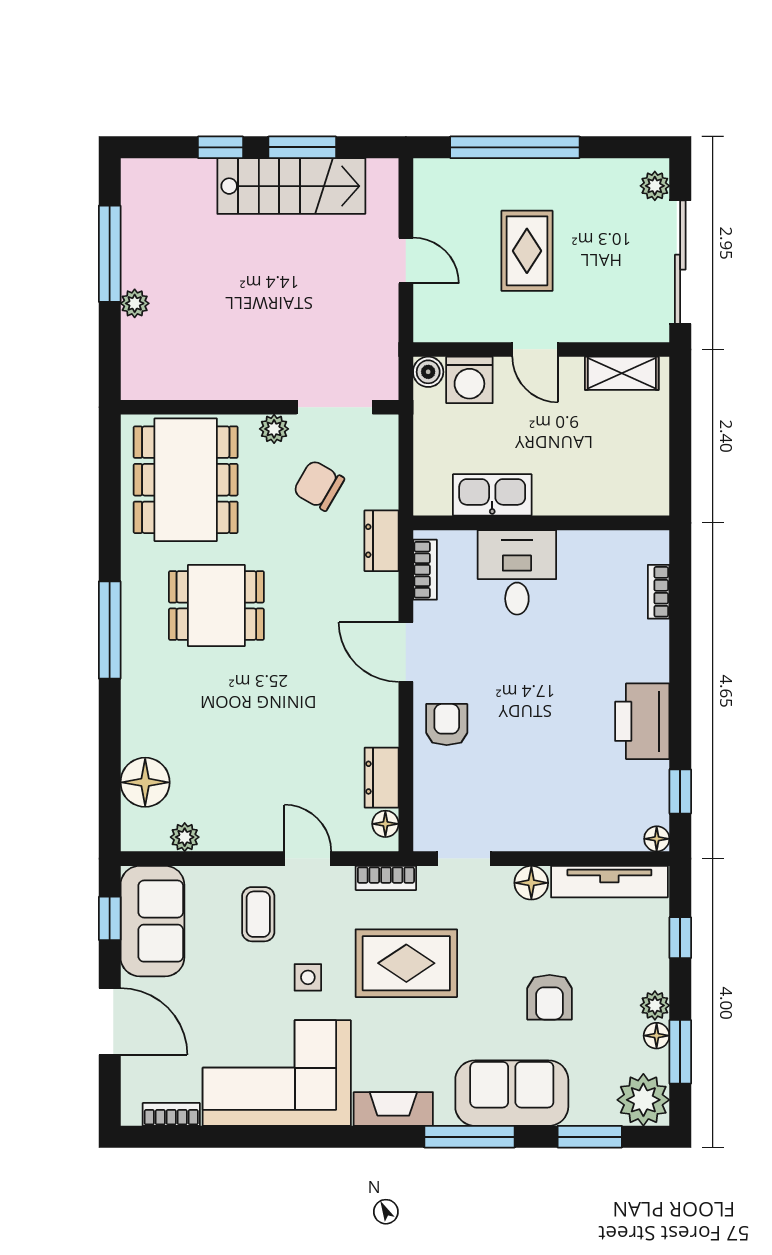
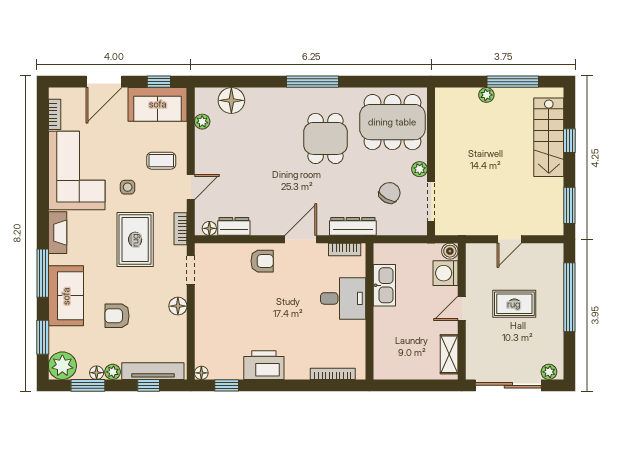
window: (302, 147) -> (569, 205), moved
stairs: (291, 186) -> (549, 137), moved
dresser: (382, 541) -> (353, 226), width x1.44
bookcase: (659, 592) -> (333, 374), width x1.56
tv unit: (609, 882) -> (153, 371), moved, turned 90

